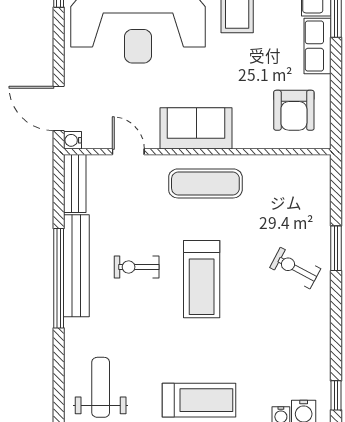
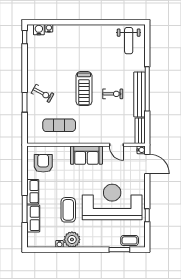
exercise mat: (205, 183) -> (59, 125), moved
treadmill: (202, 279) -> (84, 89), turned 180
treadmill: (199, 400) -> (85, 35), removed

